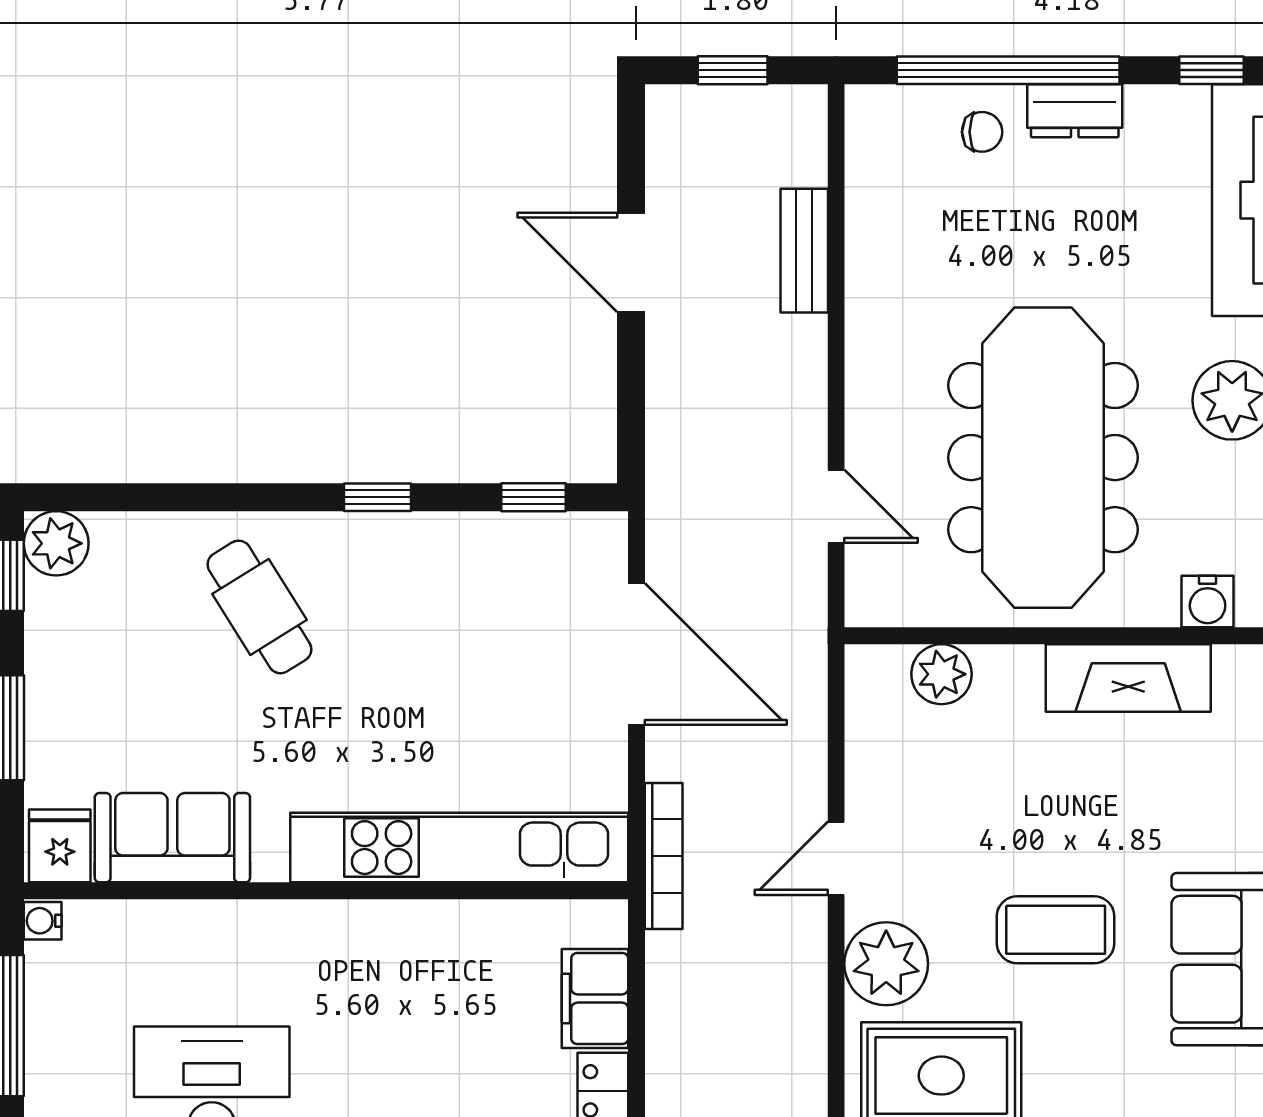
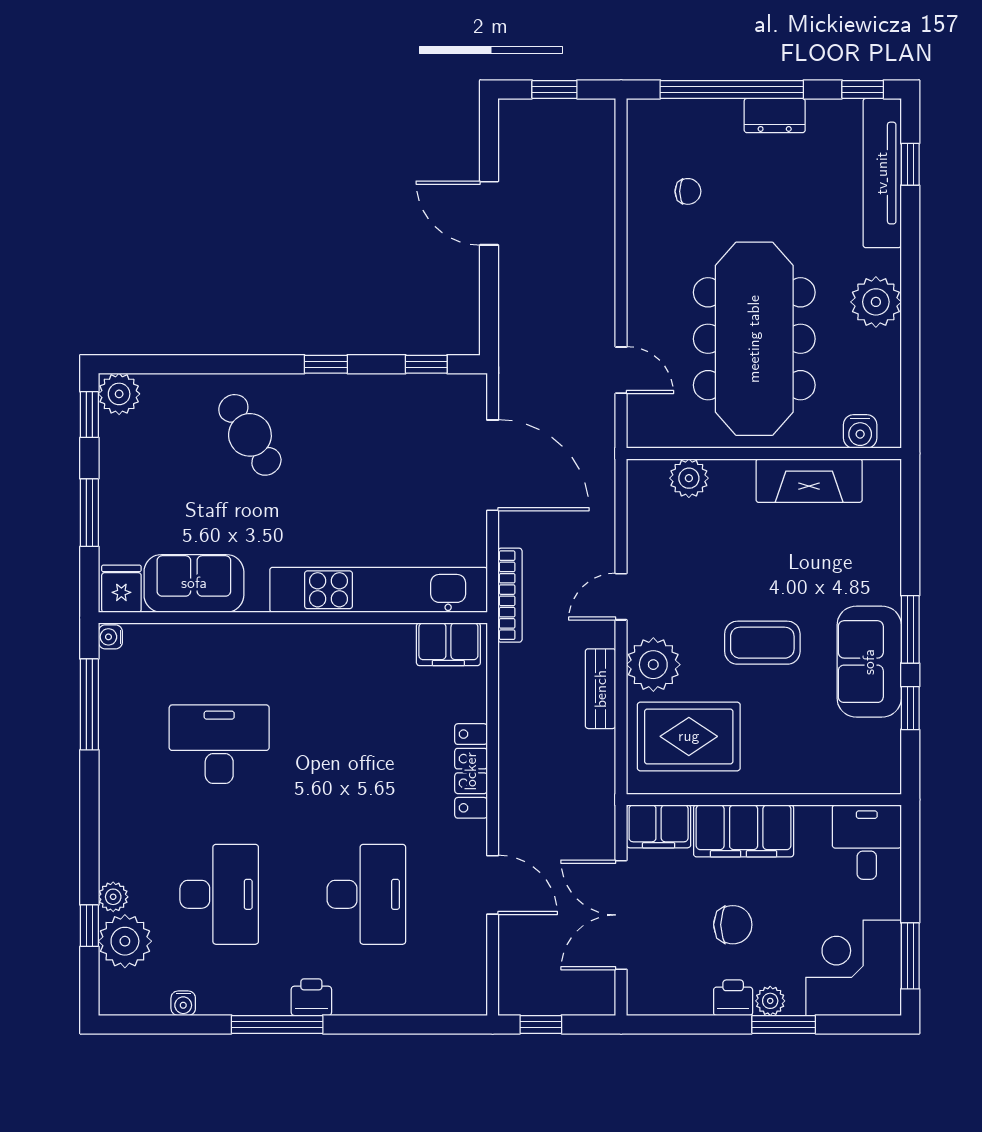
chair: (982, 132) -> (688, 191), moved
bench: (804, 251) -> (601, 689), moved
filing cabinet: (595, 999) -> (448, 644), moved, turned -90

